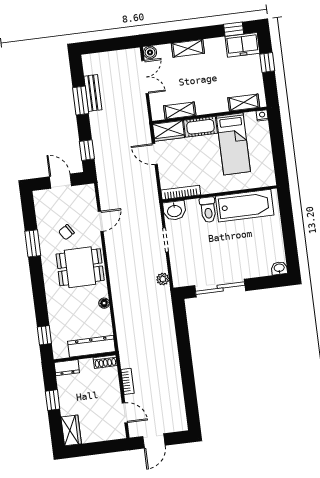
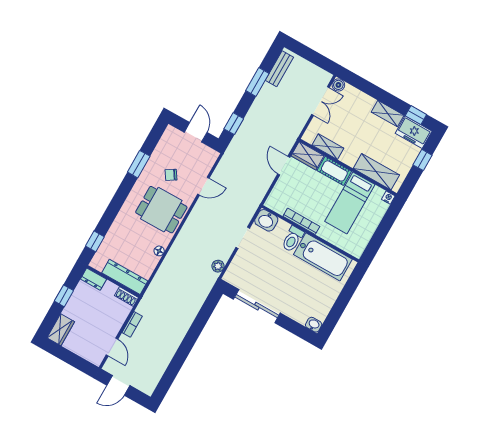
shelving: (188, 48) -> (388, 114), moved
bench: (93, 93) -> (279, 69), moved
shelving: (244, 103) -> (376, 172), width x1.50, depth x1.33
bookcase: (181, 192) -> (301, 221), moved

